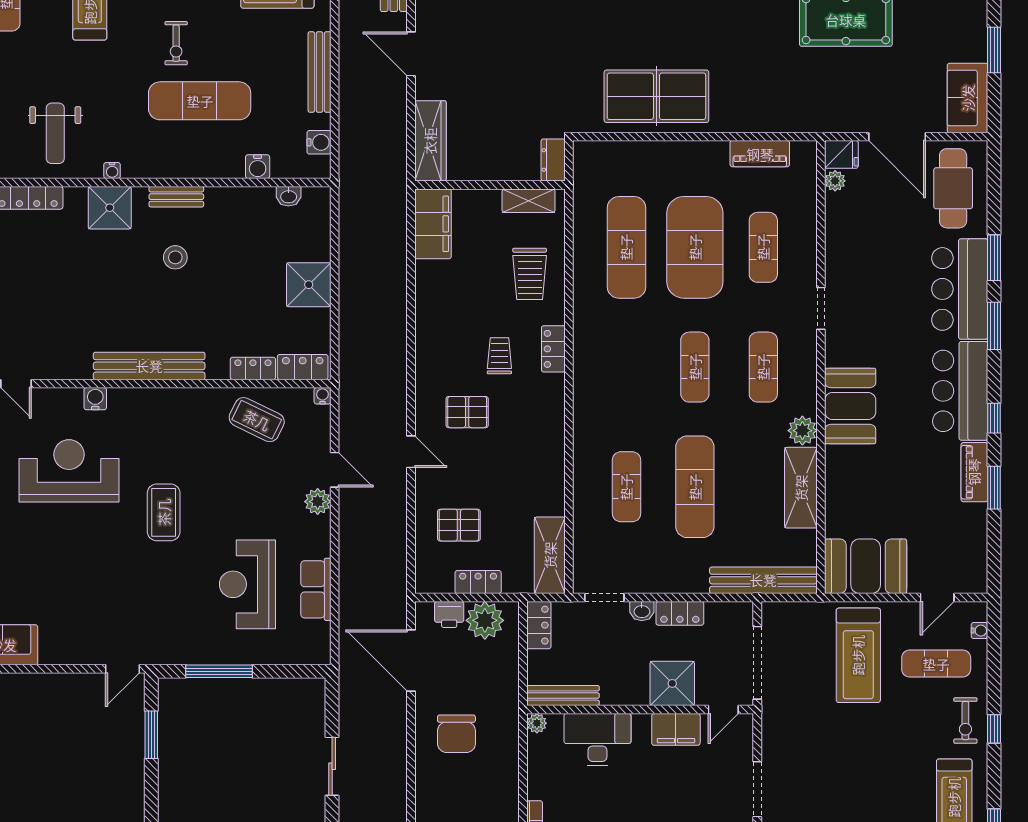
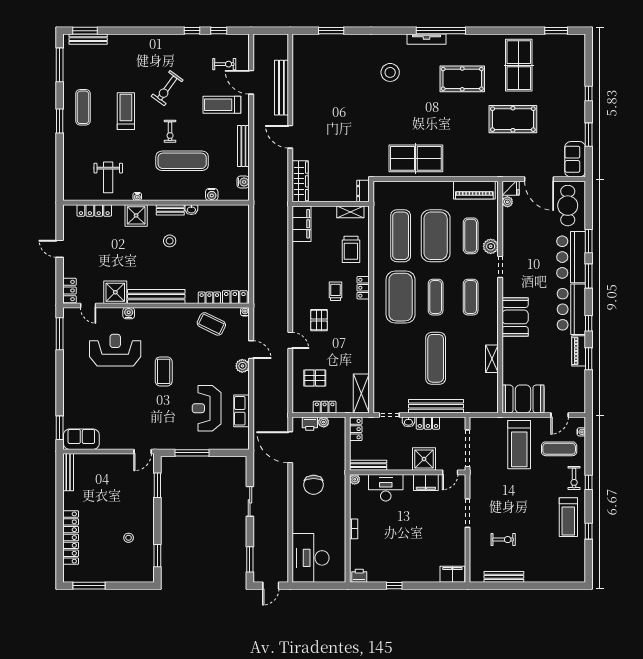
piano: (760, 154) -> (474, 190), width x1.37, depth x1.33
washbasin: (289, 196) -> (191, 210), moved
shower: (309, 285) -> (115, 292), moved
pallet: (467, 412) -> (319, 320), turned 90
plant: (802, 431) -> (491, 246), moved
exercise mat: (626, 487) -> (401, 297), moved, width x2.00, depth x1.45
shelving: (801, 488) -> (492, 359), width x0.67, depth x0.75
bench: (763, 580) -> (436, 406), moved
plant: (485, 620) -> (324, 422), width x0.53, depth x0.53

